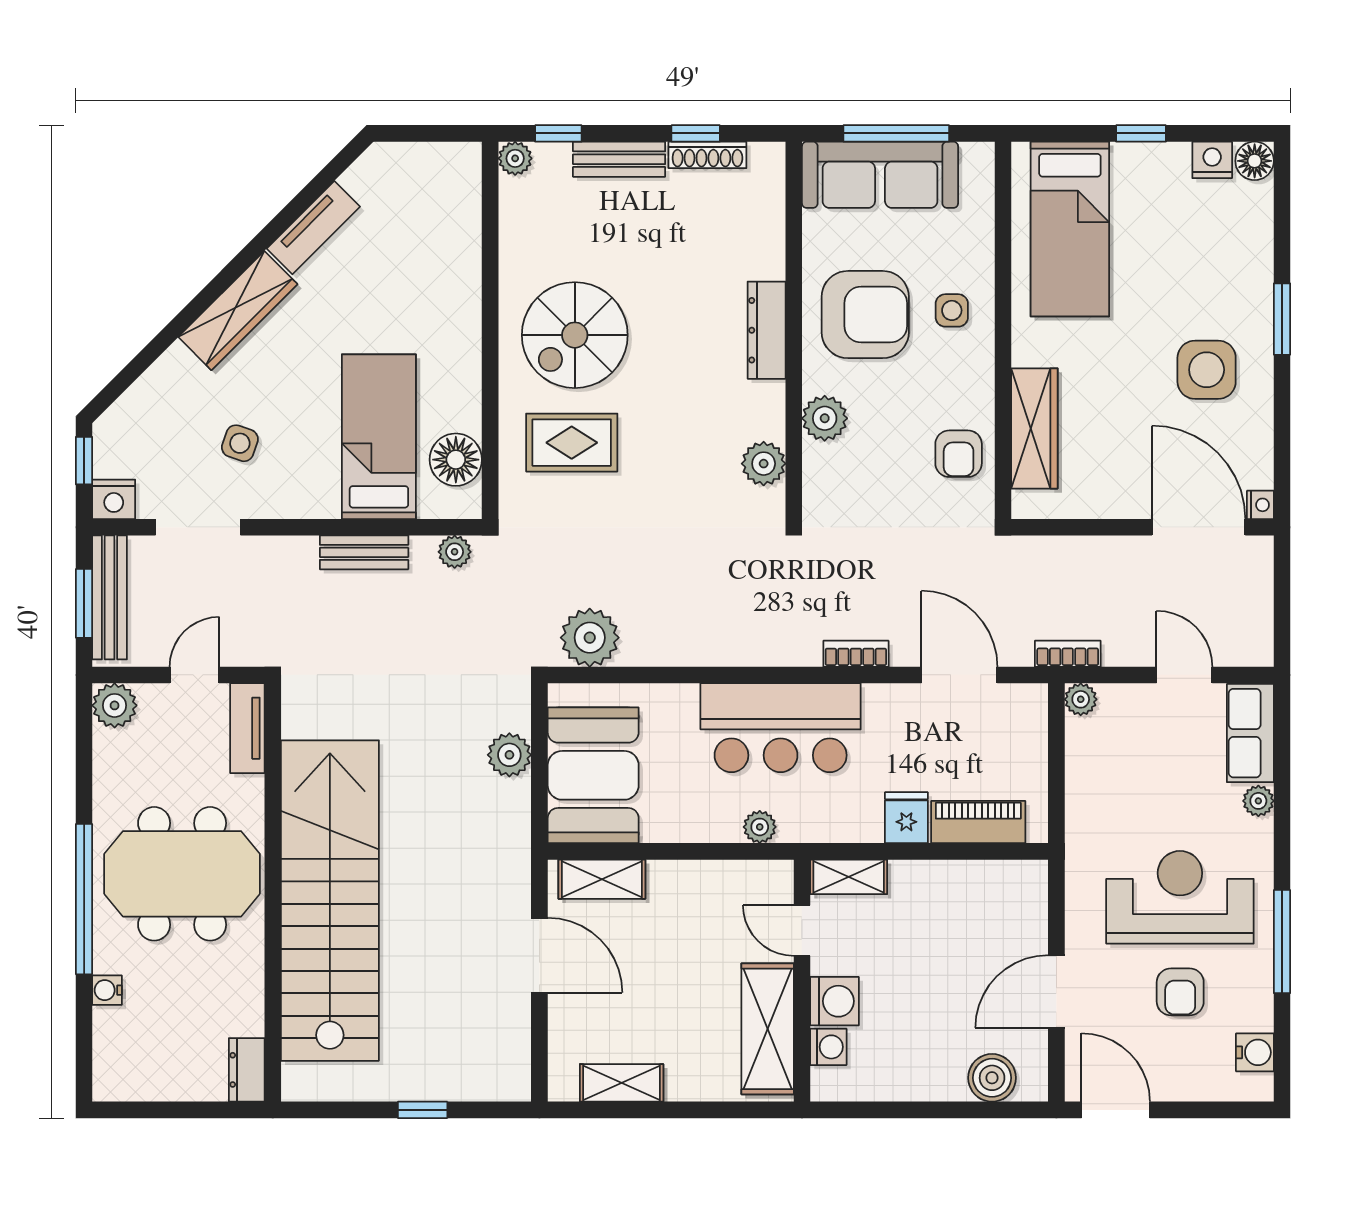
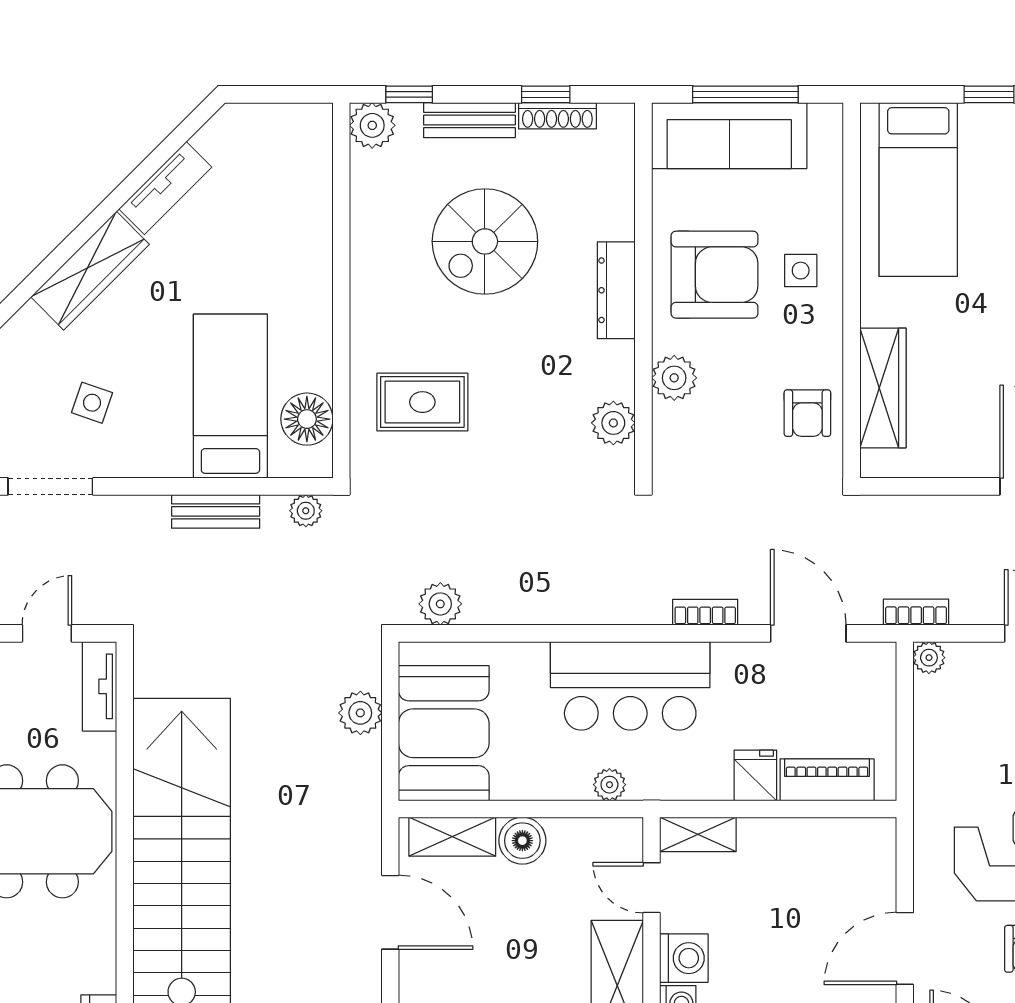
plant: (515, 158) -> (372, 125), width x1.38, depth x1.38
spiral stairs: (575, 335) -> (485, 241), moved
plant: (590, 638) -> (440, 604), width x0.73, depth x0.73
boiler: (672, 883) -> (522, 841), added

